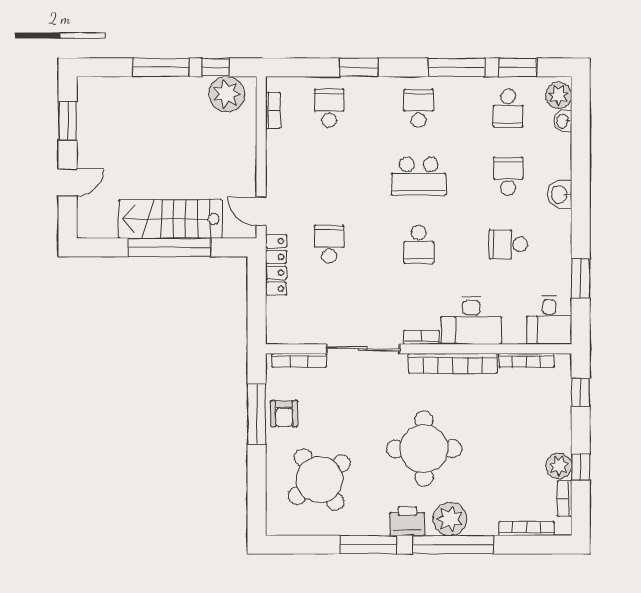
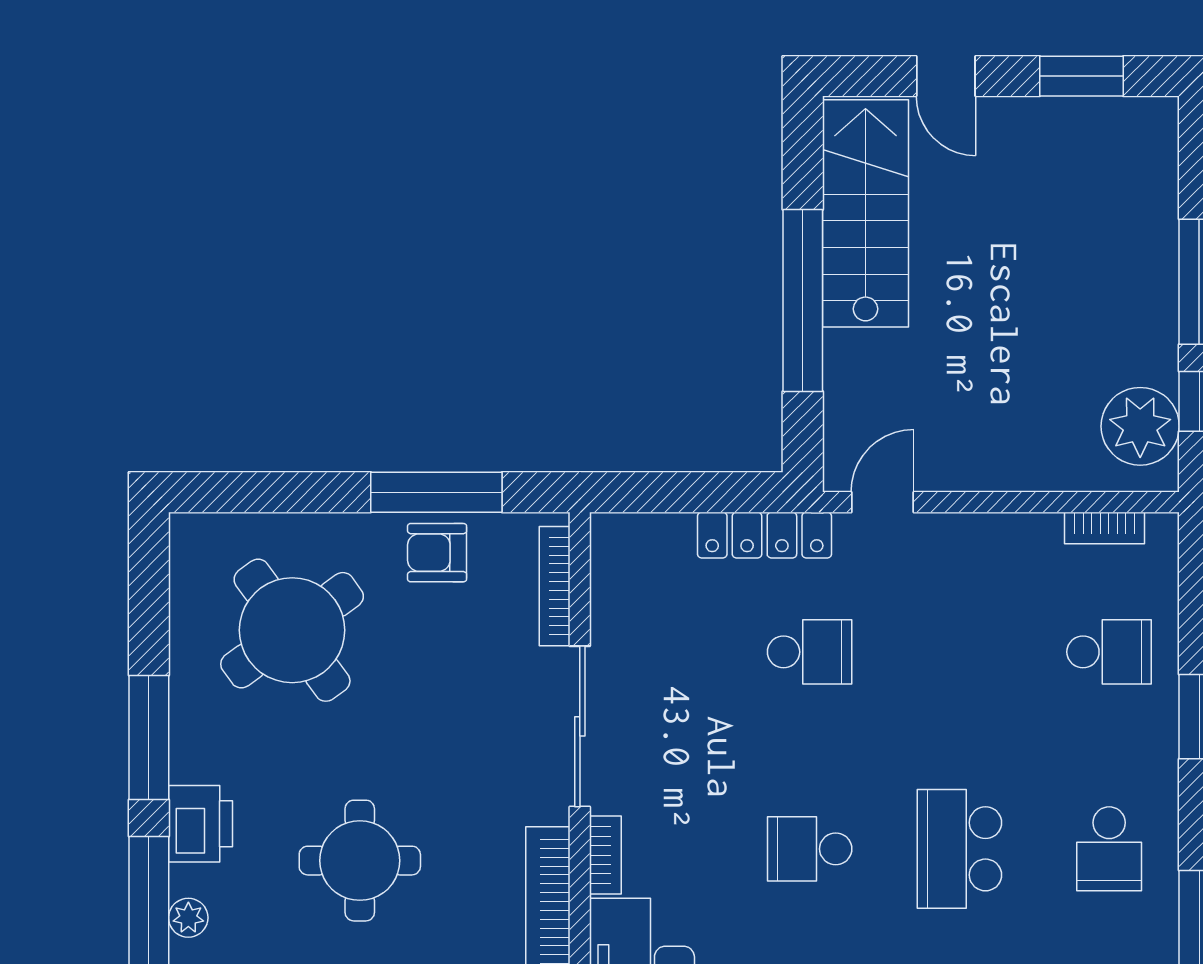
school desk: (419, 108) -> (1109, 849), turned 90
stairs: (170, 219) -> (865, 213), moved
round table: (424, 449) -> (360, 861), width x0.73, depth x0.73
plant: (450, 519) -> (188, 918), width x0.53, depth x0.53

